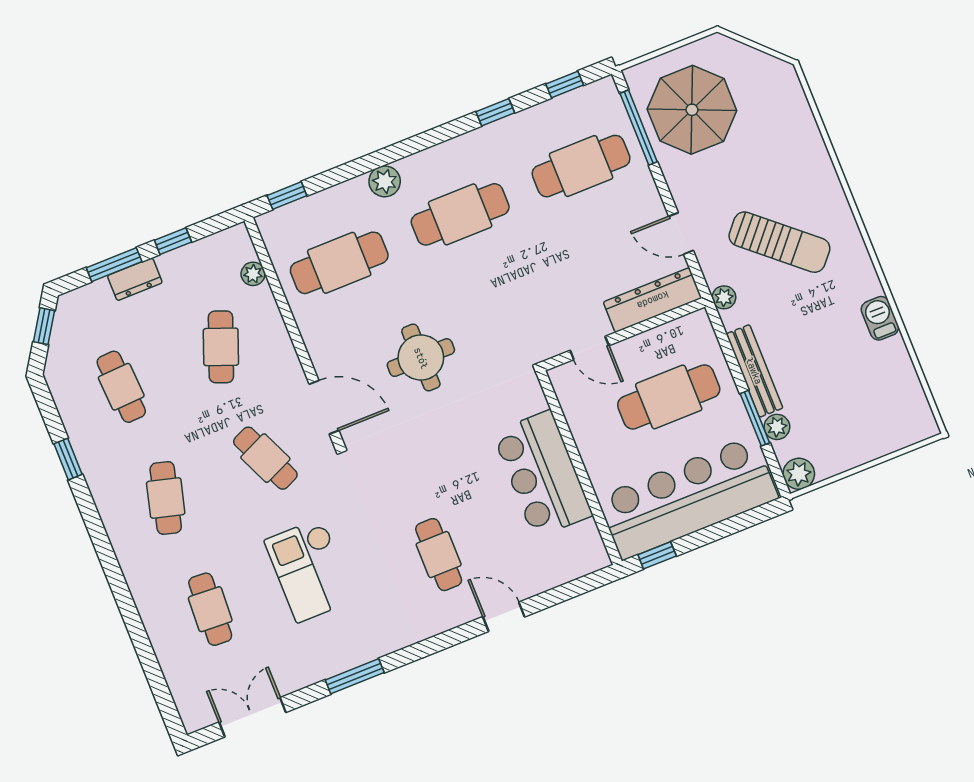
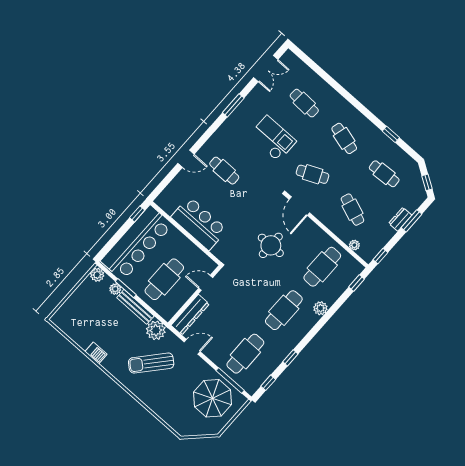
window: (173, 241) -> (380, 256), moved
plant: (724, 297) -> (156, 330), width x1.87, depth x1.87
door: (324, 407) -> (299, 206), hinge flipped

